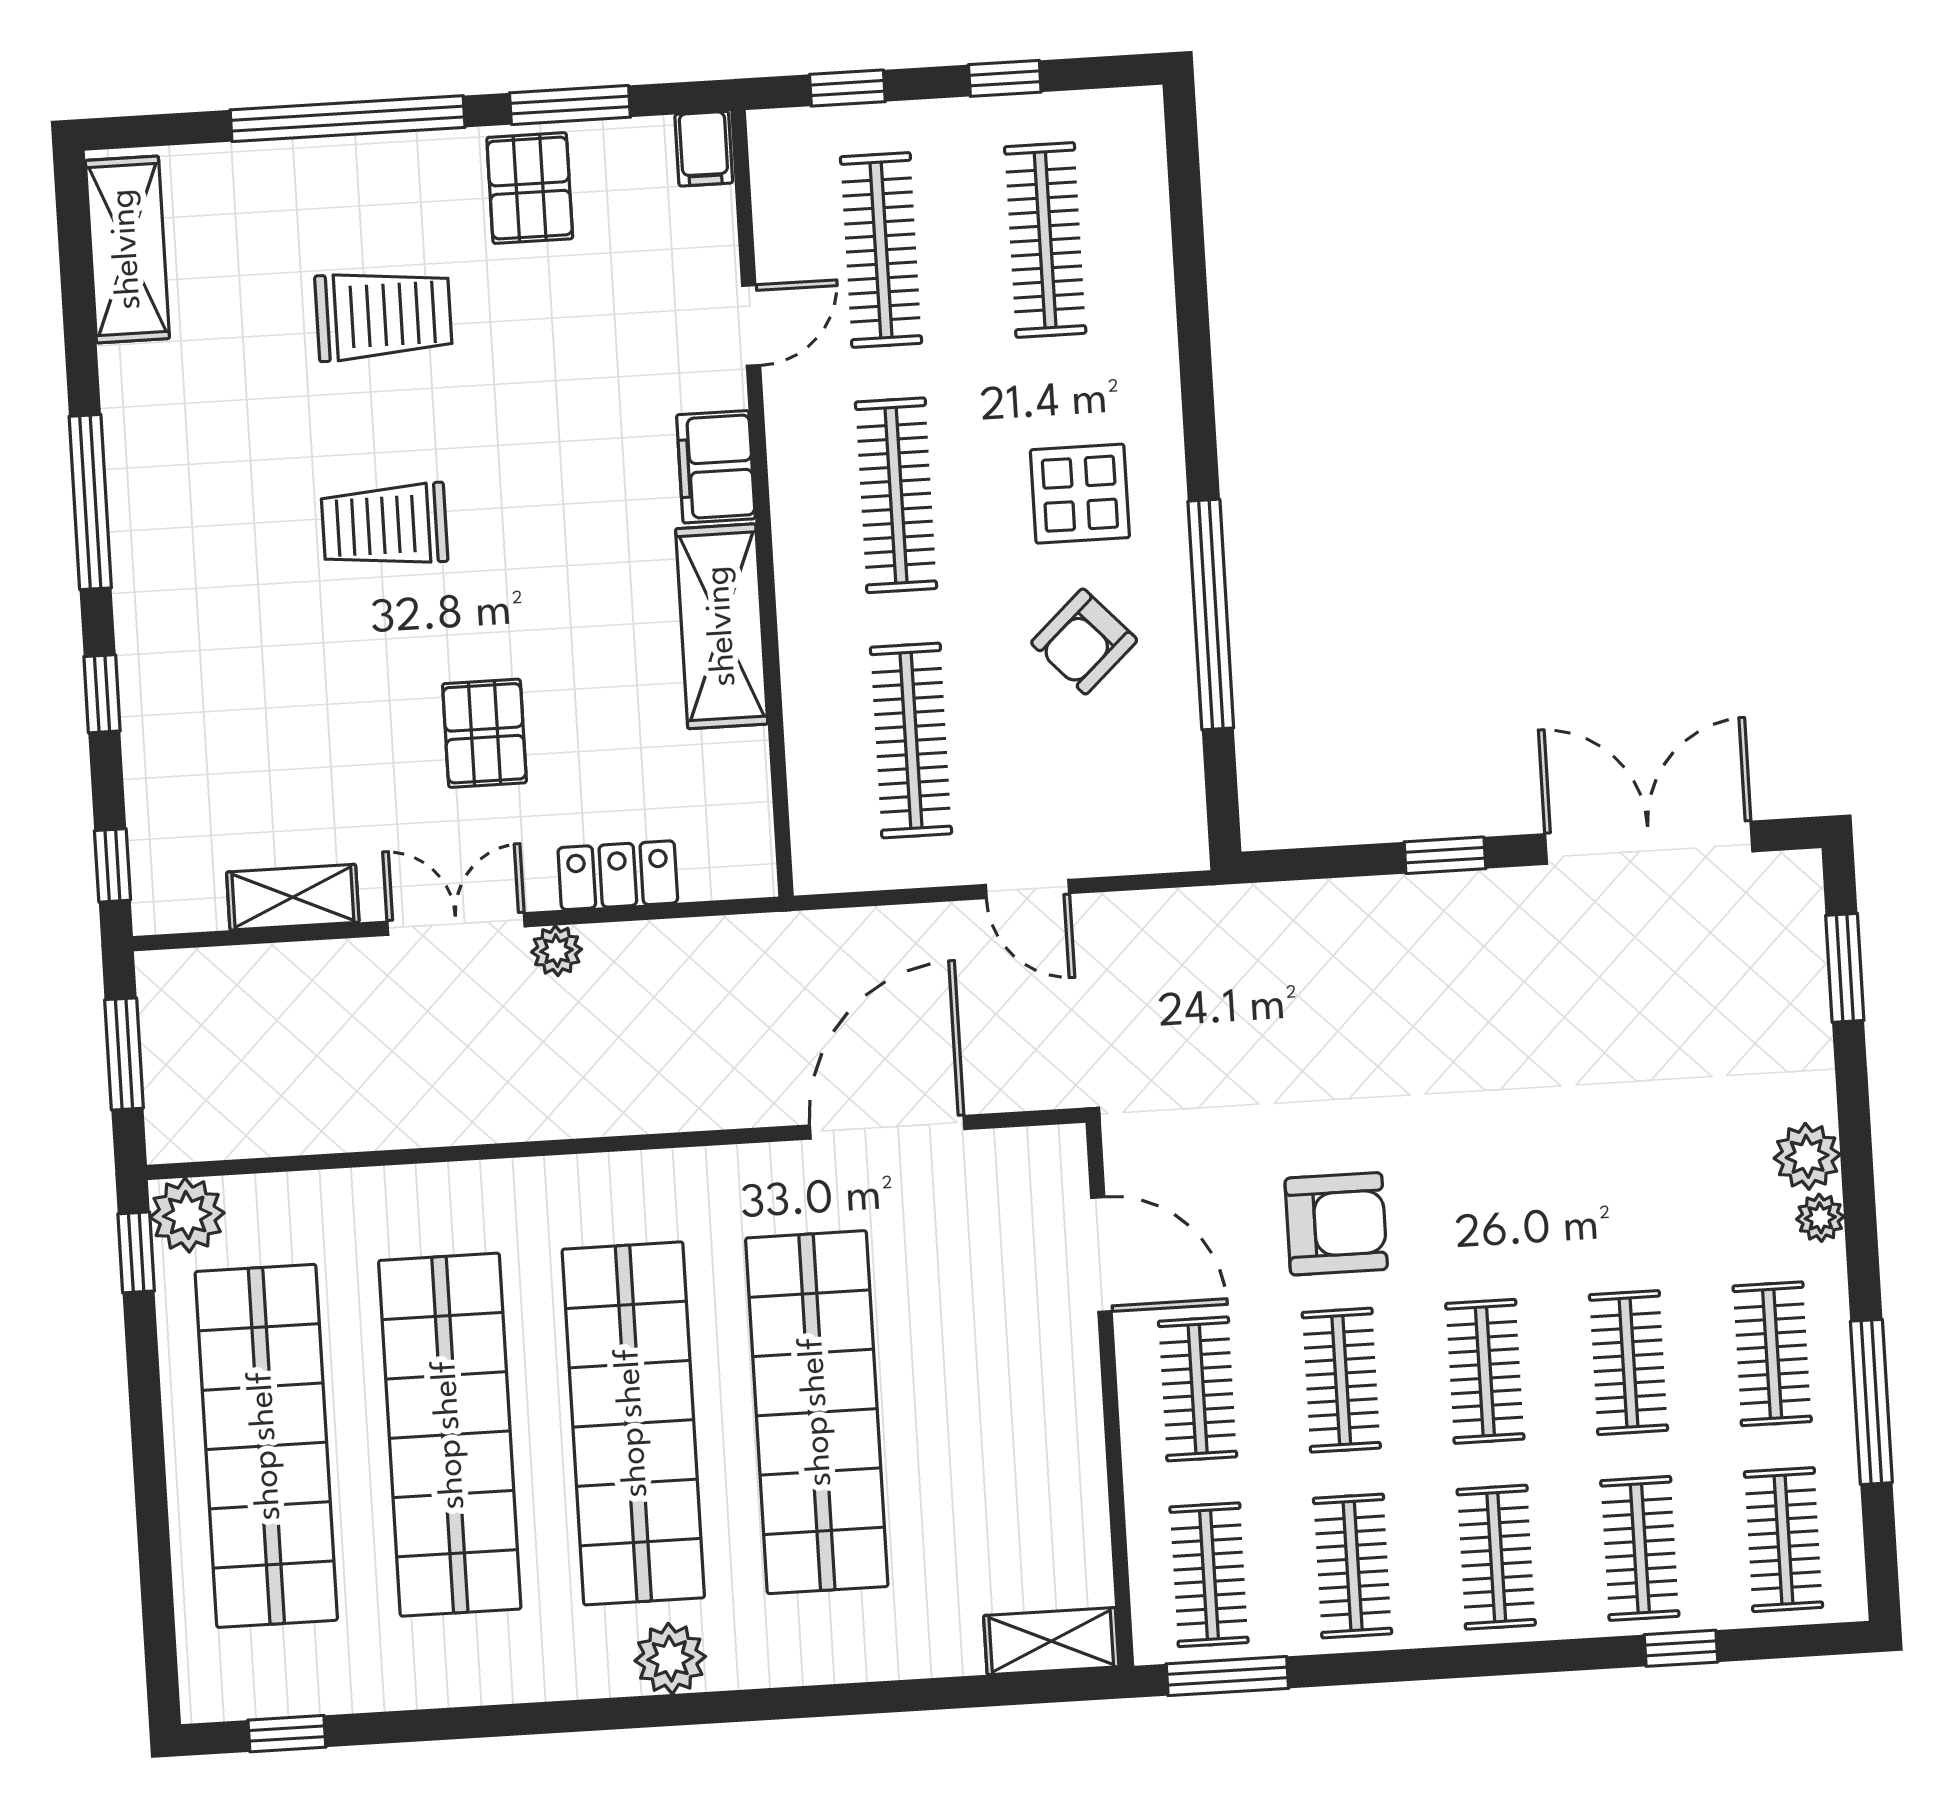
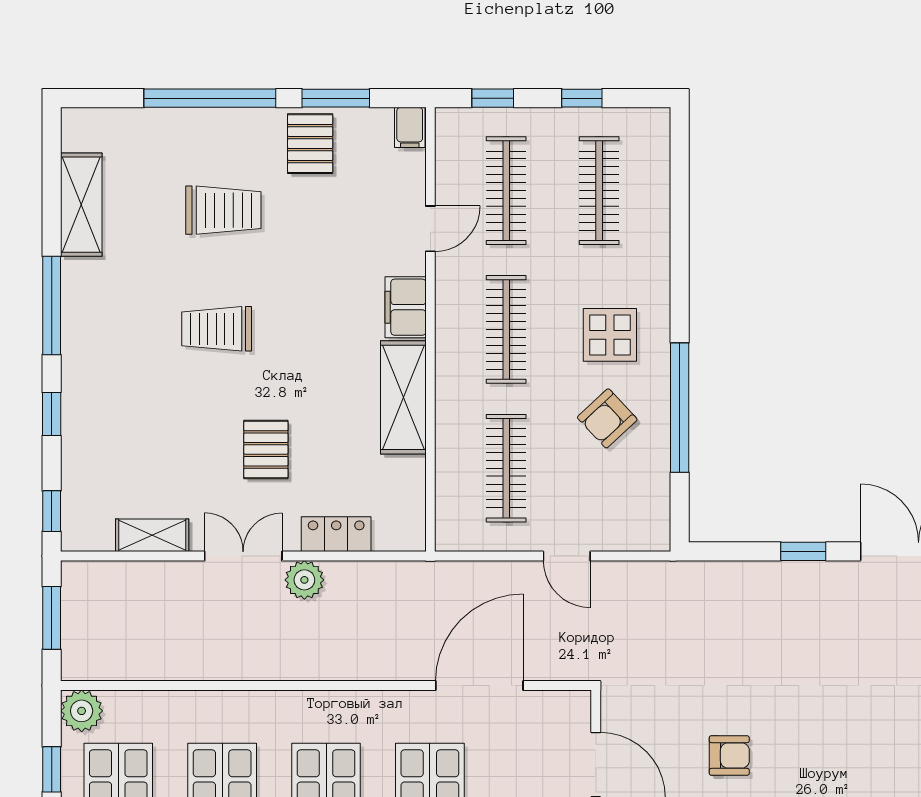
shelving: (127, 249) -> (81, 205), moved
plant: (557, 951) -> (304, 580), width x1.38, depth x1.38
armchair: (1336, 1224) -> (729, 756), width x0.72, depth x0.72
window: (136, 1252) -> (52, 769), moved

